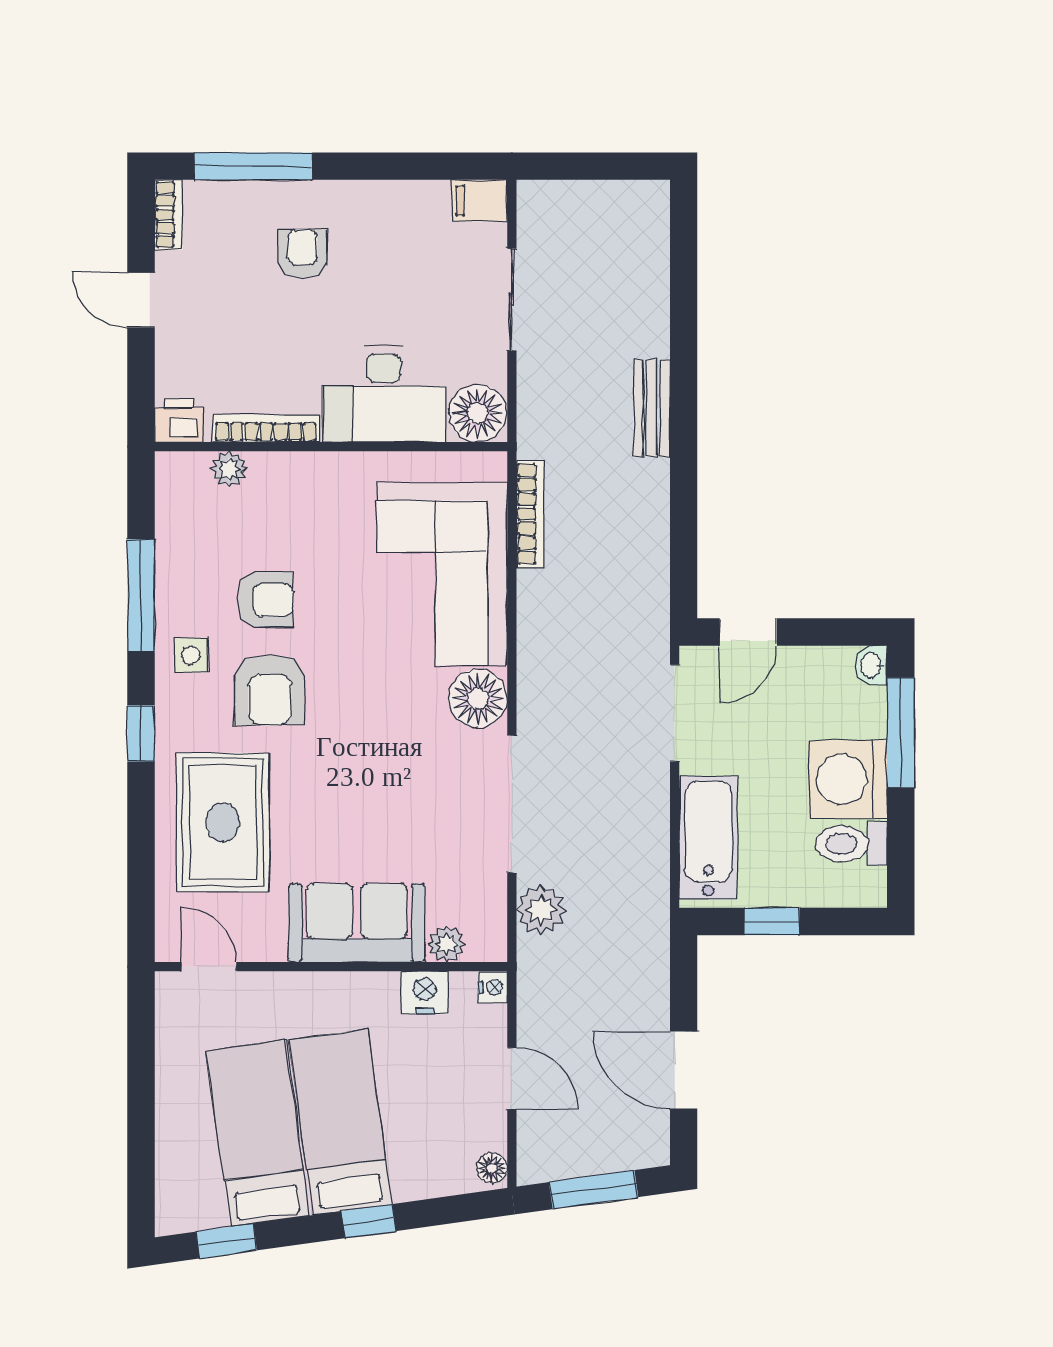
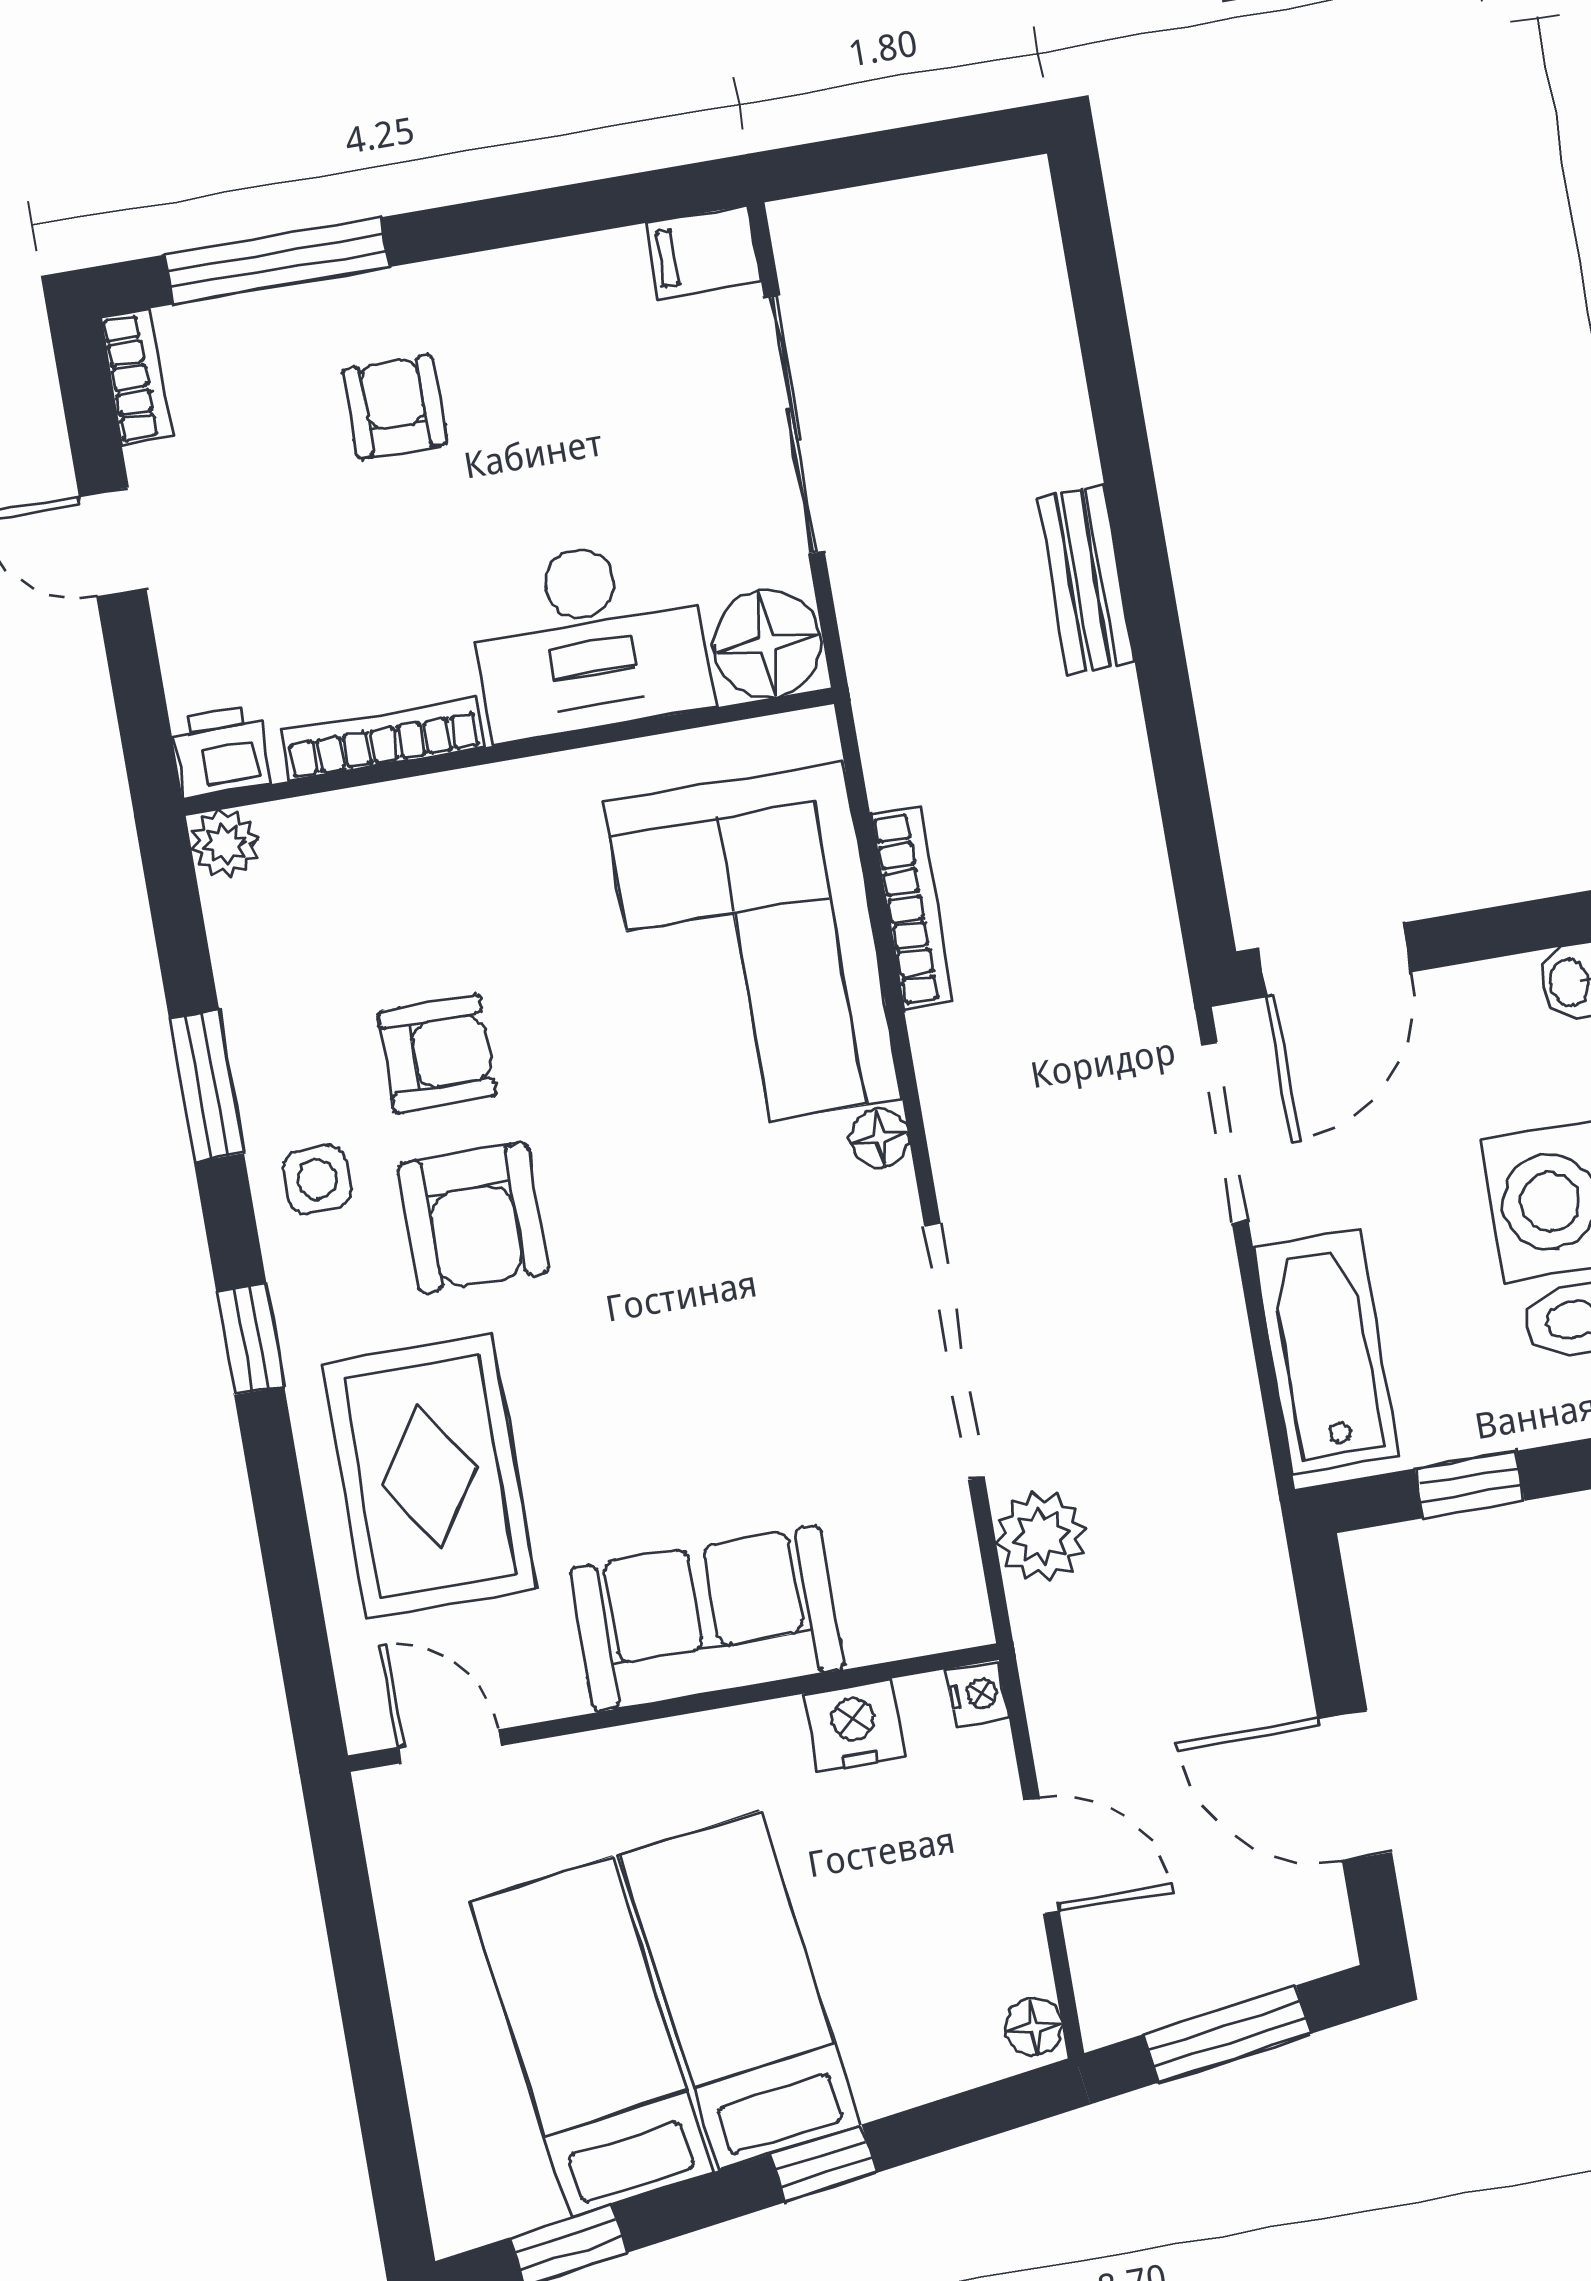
sliding door: (512, 300) -> (794, 424), width x1.37
plant: (229, 469) -> (225, 844), moved
bookcase: (530, 514) -> (912, 908), moved
window: (141, 596) -> (207, 1086), width x0.69
door: (748, 632) -> (1334, 960), width x1.38
floor lamp: (478, 698) -> (880, 1138), width x0.53, depth x0.53
plant: (447, 944) -> (879, 1629), removed

